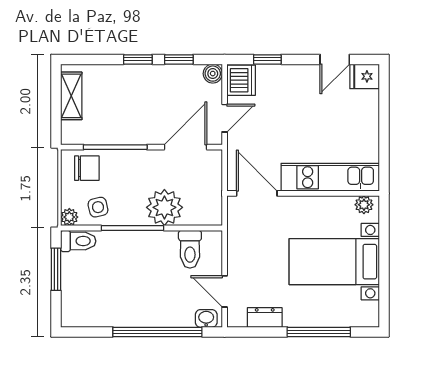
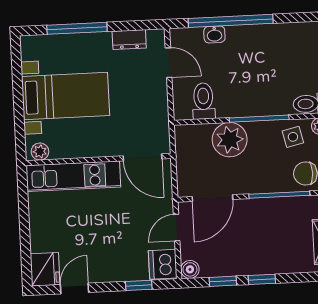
fridge: (365, 76) -> (45, 269), width x1.38
washbasin: (206, 318) -> (214, 34), moved

